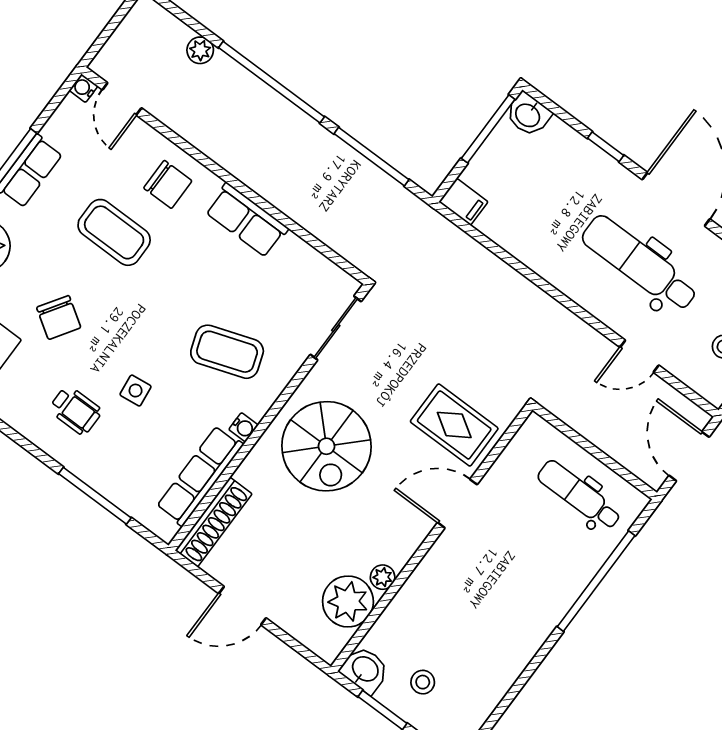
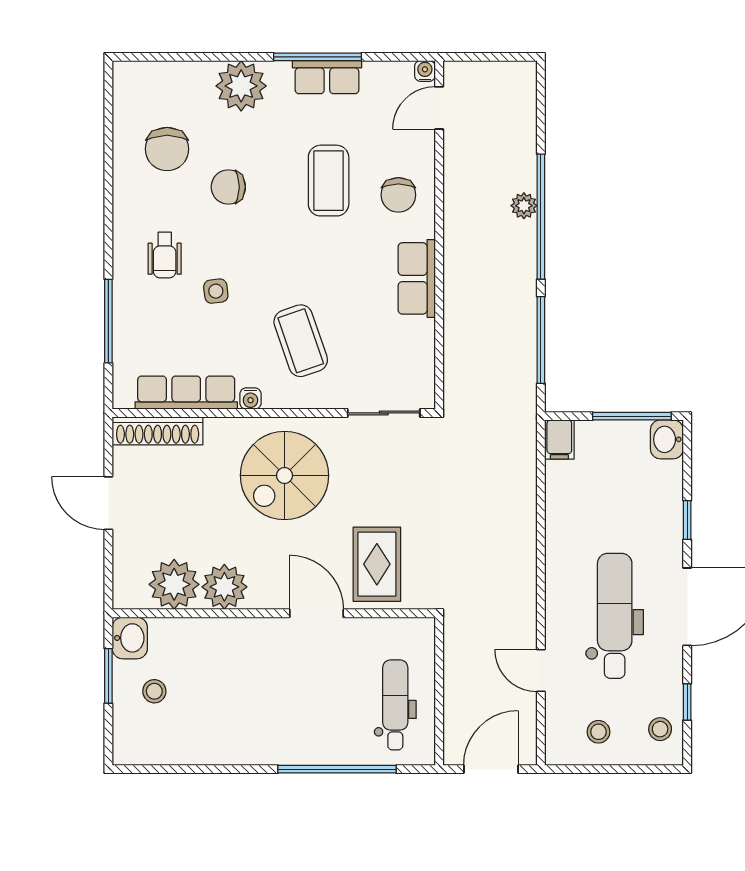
plant: (200, 50) -> (524, 206), moved
chair: (59, 317) -> (228, 187), turned 57
plant: (383, 577) -> (224, 587), width x1.88, depth x1.88

